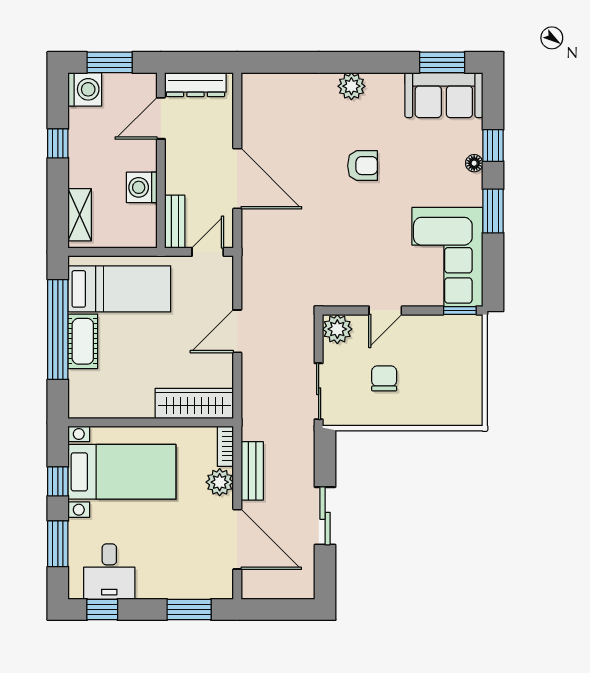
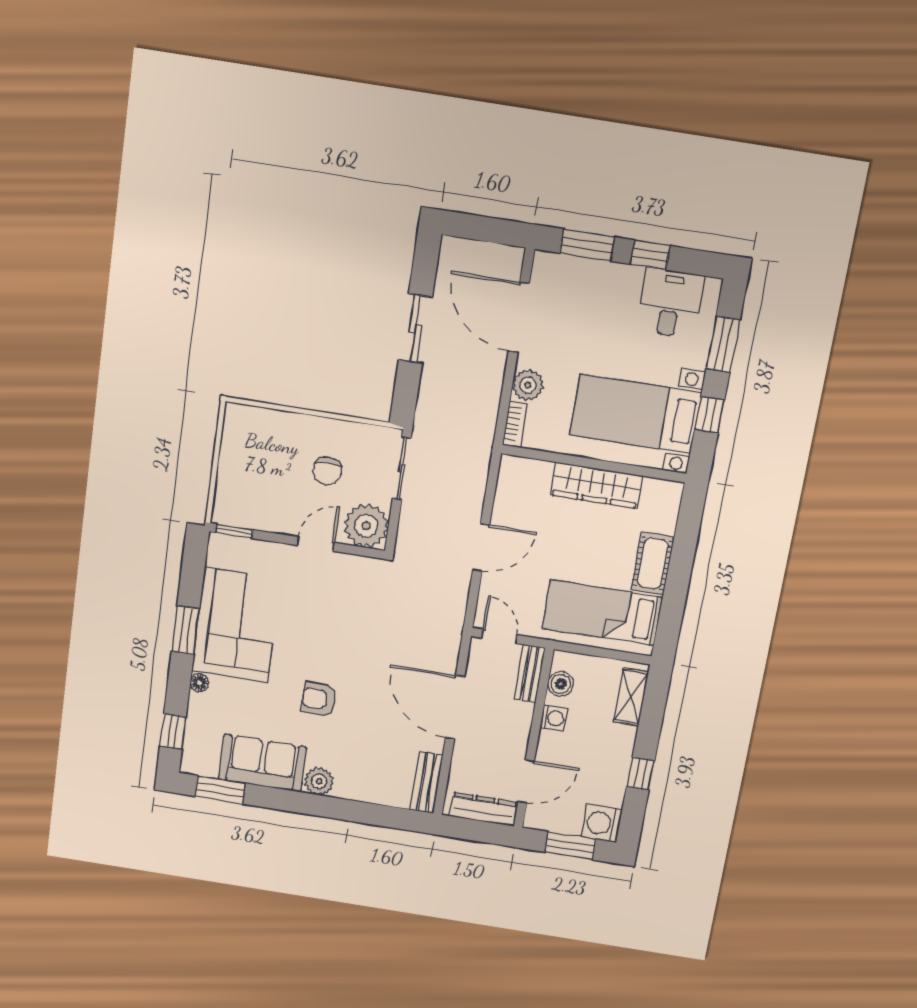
sofa: (444, 95) -> (262, 763), moved
window: (493, 145) -> (173, 731), moved
washing machine: (142, 187) -> (554, 718), width x0.73, depth x0.73
boiler: (145, 217) -> (561, 684), added
door: (208, 252) -> (499, 636), swing flipped
corner sofa: (447, 257) -> (236, 625), moved
window: (58, 329) -> (678, 580), removed
plant: (337, 329) -> (366, 526), width x1.36, depth x1.36
wardrobe: (194, 403) -> (596, 485), moved
bench: (252, 471) -> (426, 783), moved
window: (102, 609) -> (650, 255), moved

